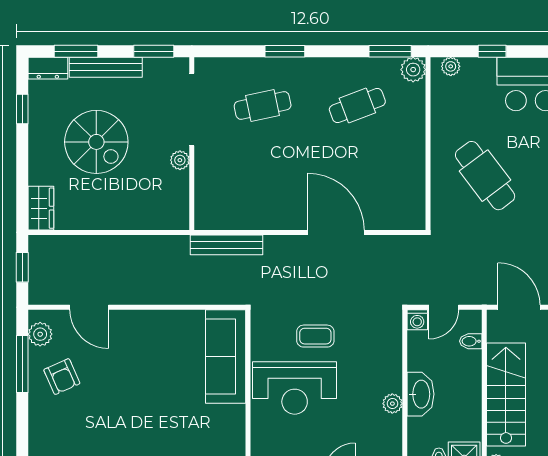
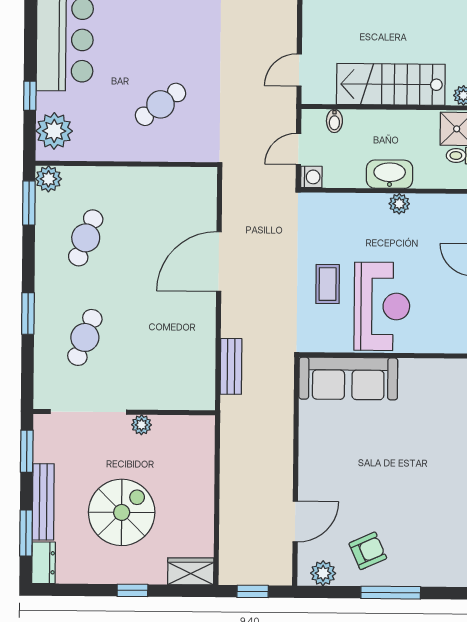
plant: (451, 66) -> (54, 131), width x1.88, depth x1.88
cafe table: (263, 106) -> (85, 337), turned 33
cafe table: (357, 106) -> (86, 238), turned 42
window: (22, 109) -> (132, 590), moved
cafe table: (485, 176) -> (160, 104), width x0.73, depth x0.74
bench: (227, 245) -> (231, 366), width x0.73
door: (444, 307) -> (298, 149), swing flipped
door: (519, 307) -> (299, 70), width x0.73
window: (22, 364) -> (391, 593), moved

